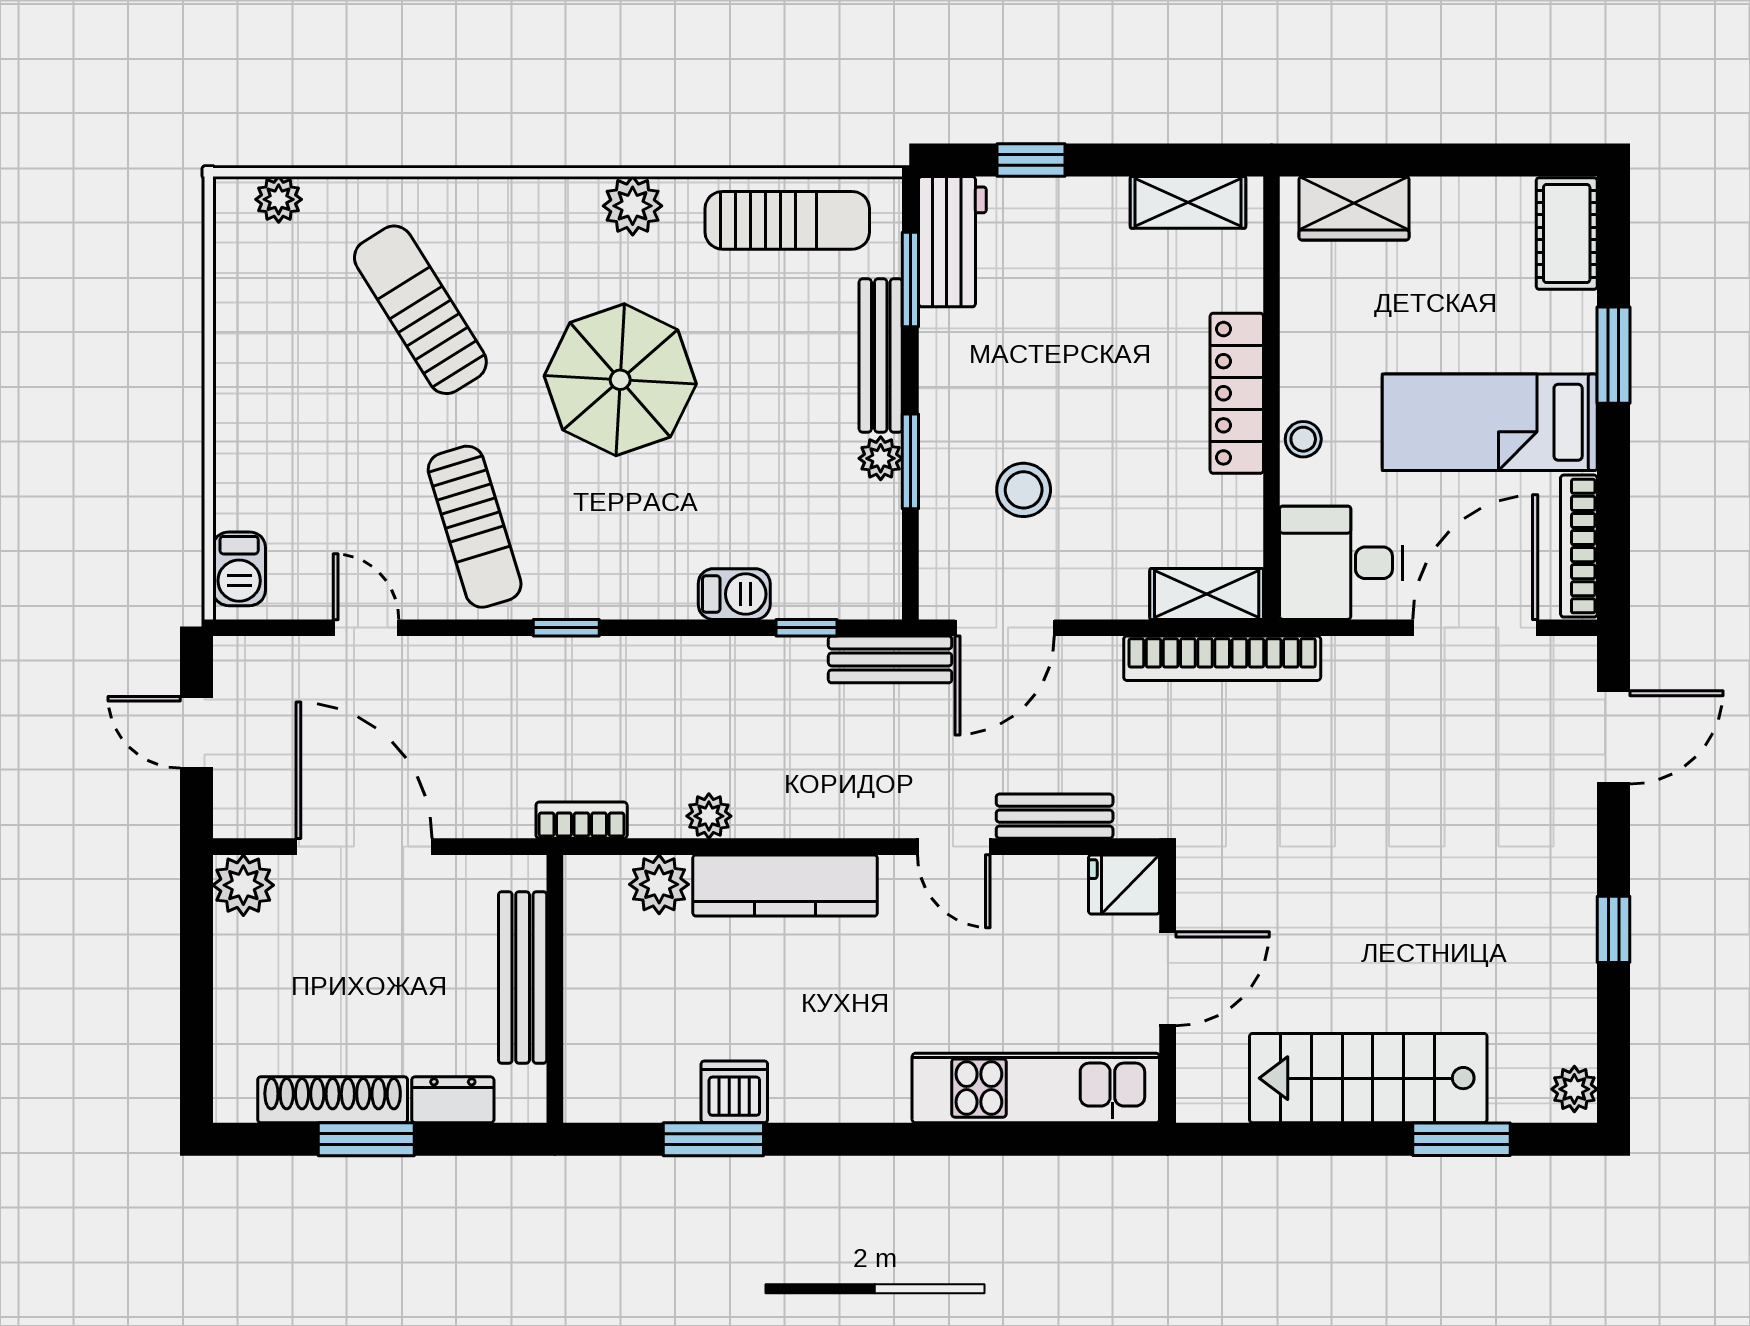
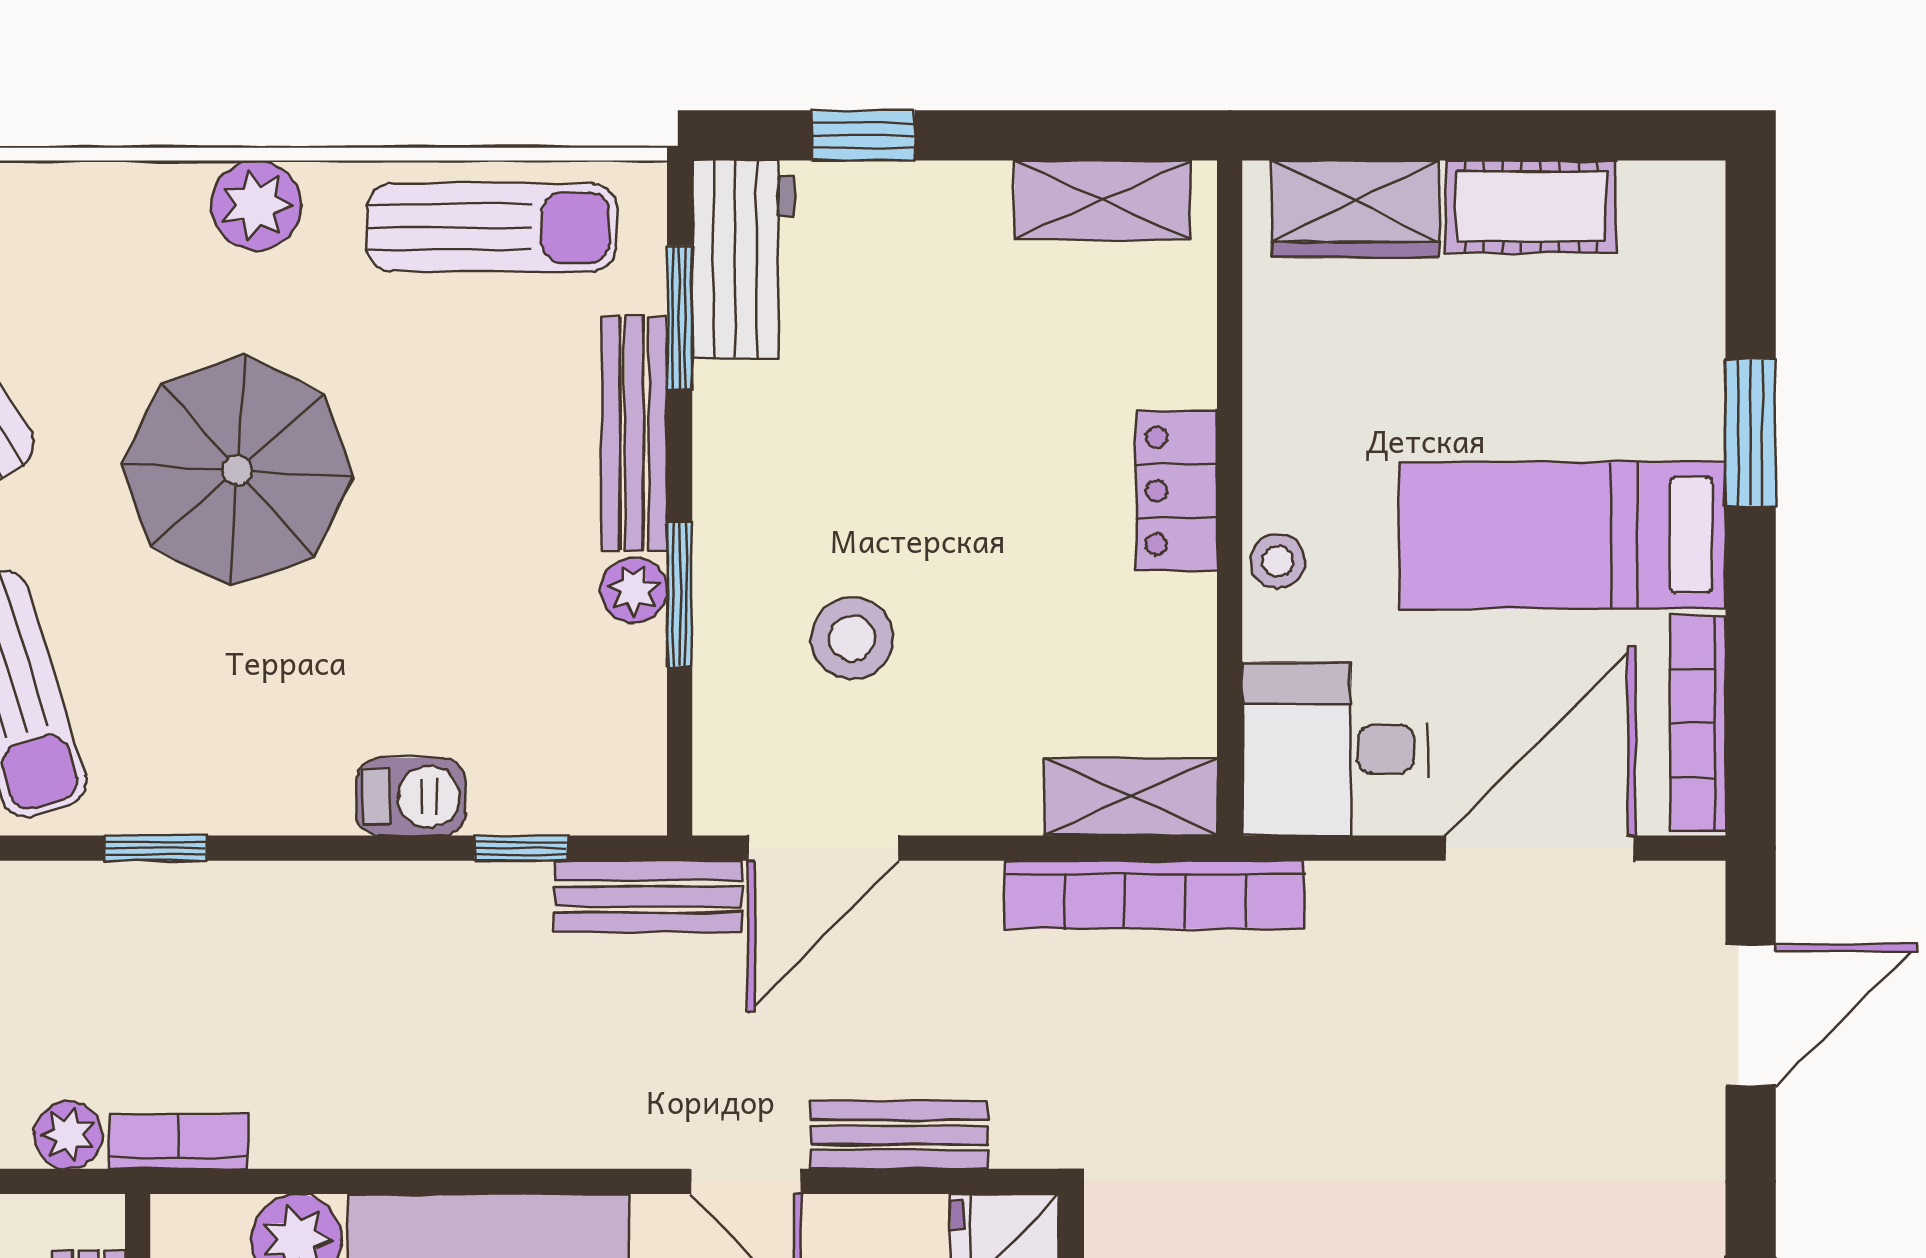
cot: (1567, 234) -> (1531, 207), moved, turned 90
locker: (1237, 393) -> (1177, 491), width x0.66
plant: (709, 816) -> (68, 1135), moved

